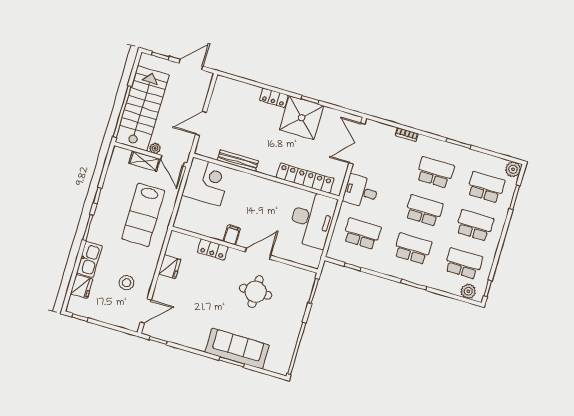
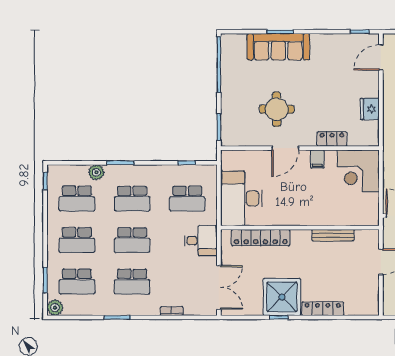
locker: (274, 98) -> (323, 309), width x1.53
corner desk: (206, 182) -> (358, 171), moved
plant: (468, 291) -> (96, 172), moved

